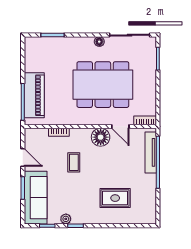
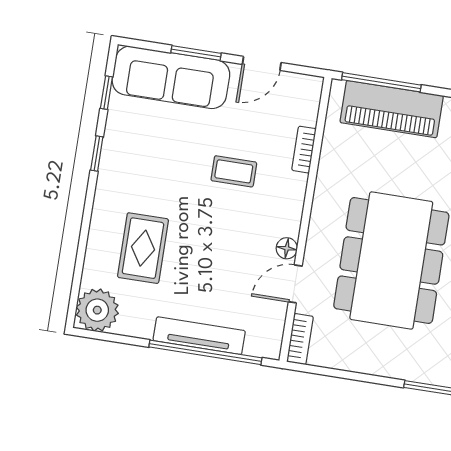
floor lamp: (101, 137) -> (287, 248), width x0.53, depth x0.53
tv unit: (151, 152) -> (199, 336), moved
plant: (66, 219) -> (97, 310), moved, width x1.88, depth x1.88

